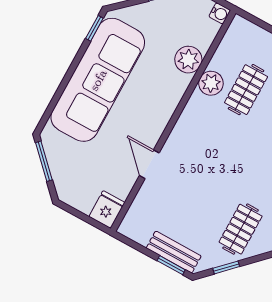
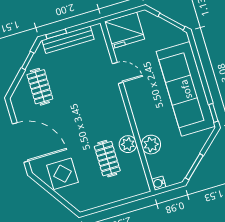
fridge: (107, 210) -> (125, 30), width x1.88, depth x1.34
bench: (174, 252) -> (68, 40), width x1.36

